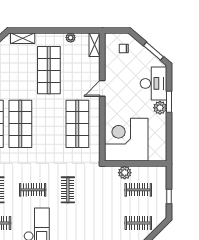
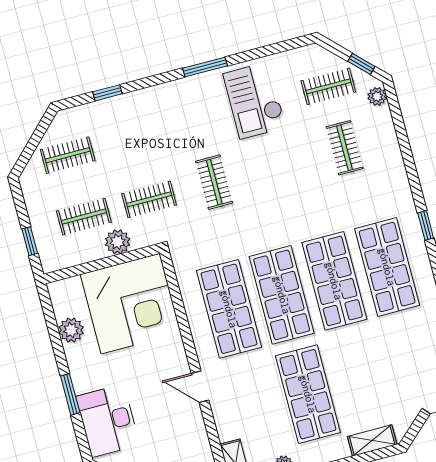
door: (102, 88) -> (200, 387), swing flipped
plant: (160, 108) -> (71, 330), moved
shop shelf: (49, 124) -> (282, 295), added
clothes rail: (33, 190) -> (149, 199), moved
window: (169, 196) -> (30, 241), moved

